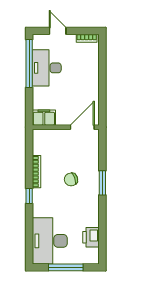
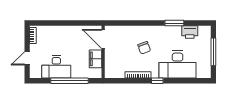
window: (29, 64) -> (70, 81), moved
filing cabinet: (44, 118) -> (95, 59), moved
window: (102, 183) -> (174, 23), moved
desk: (50, 241) -> (178, 65), moved

